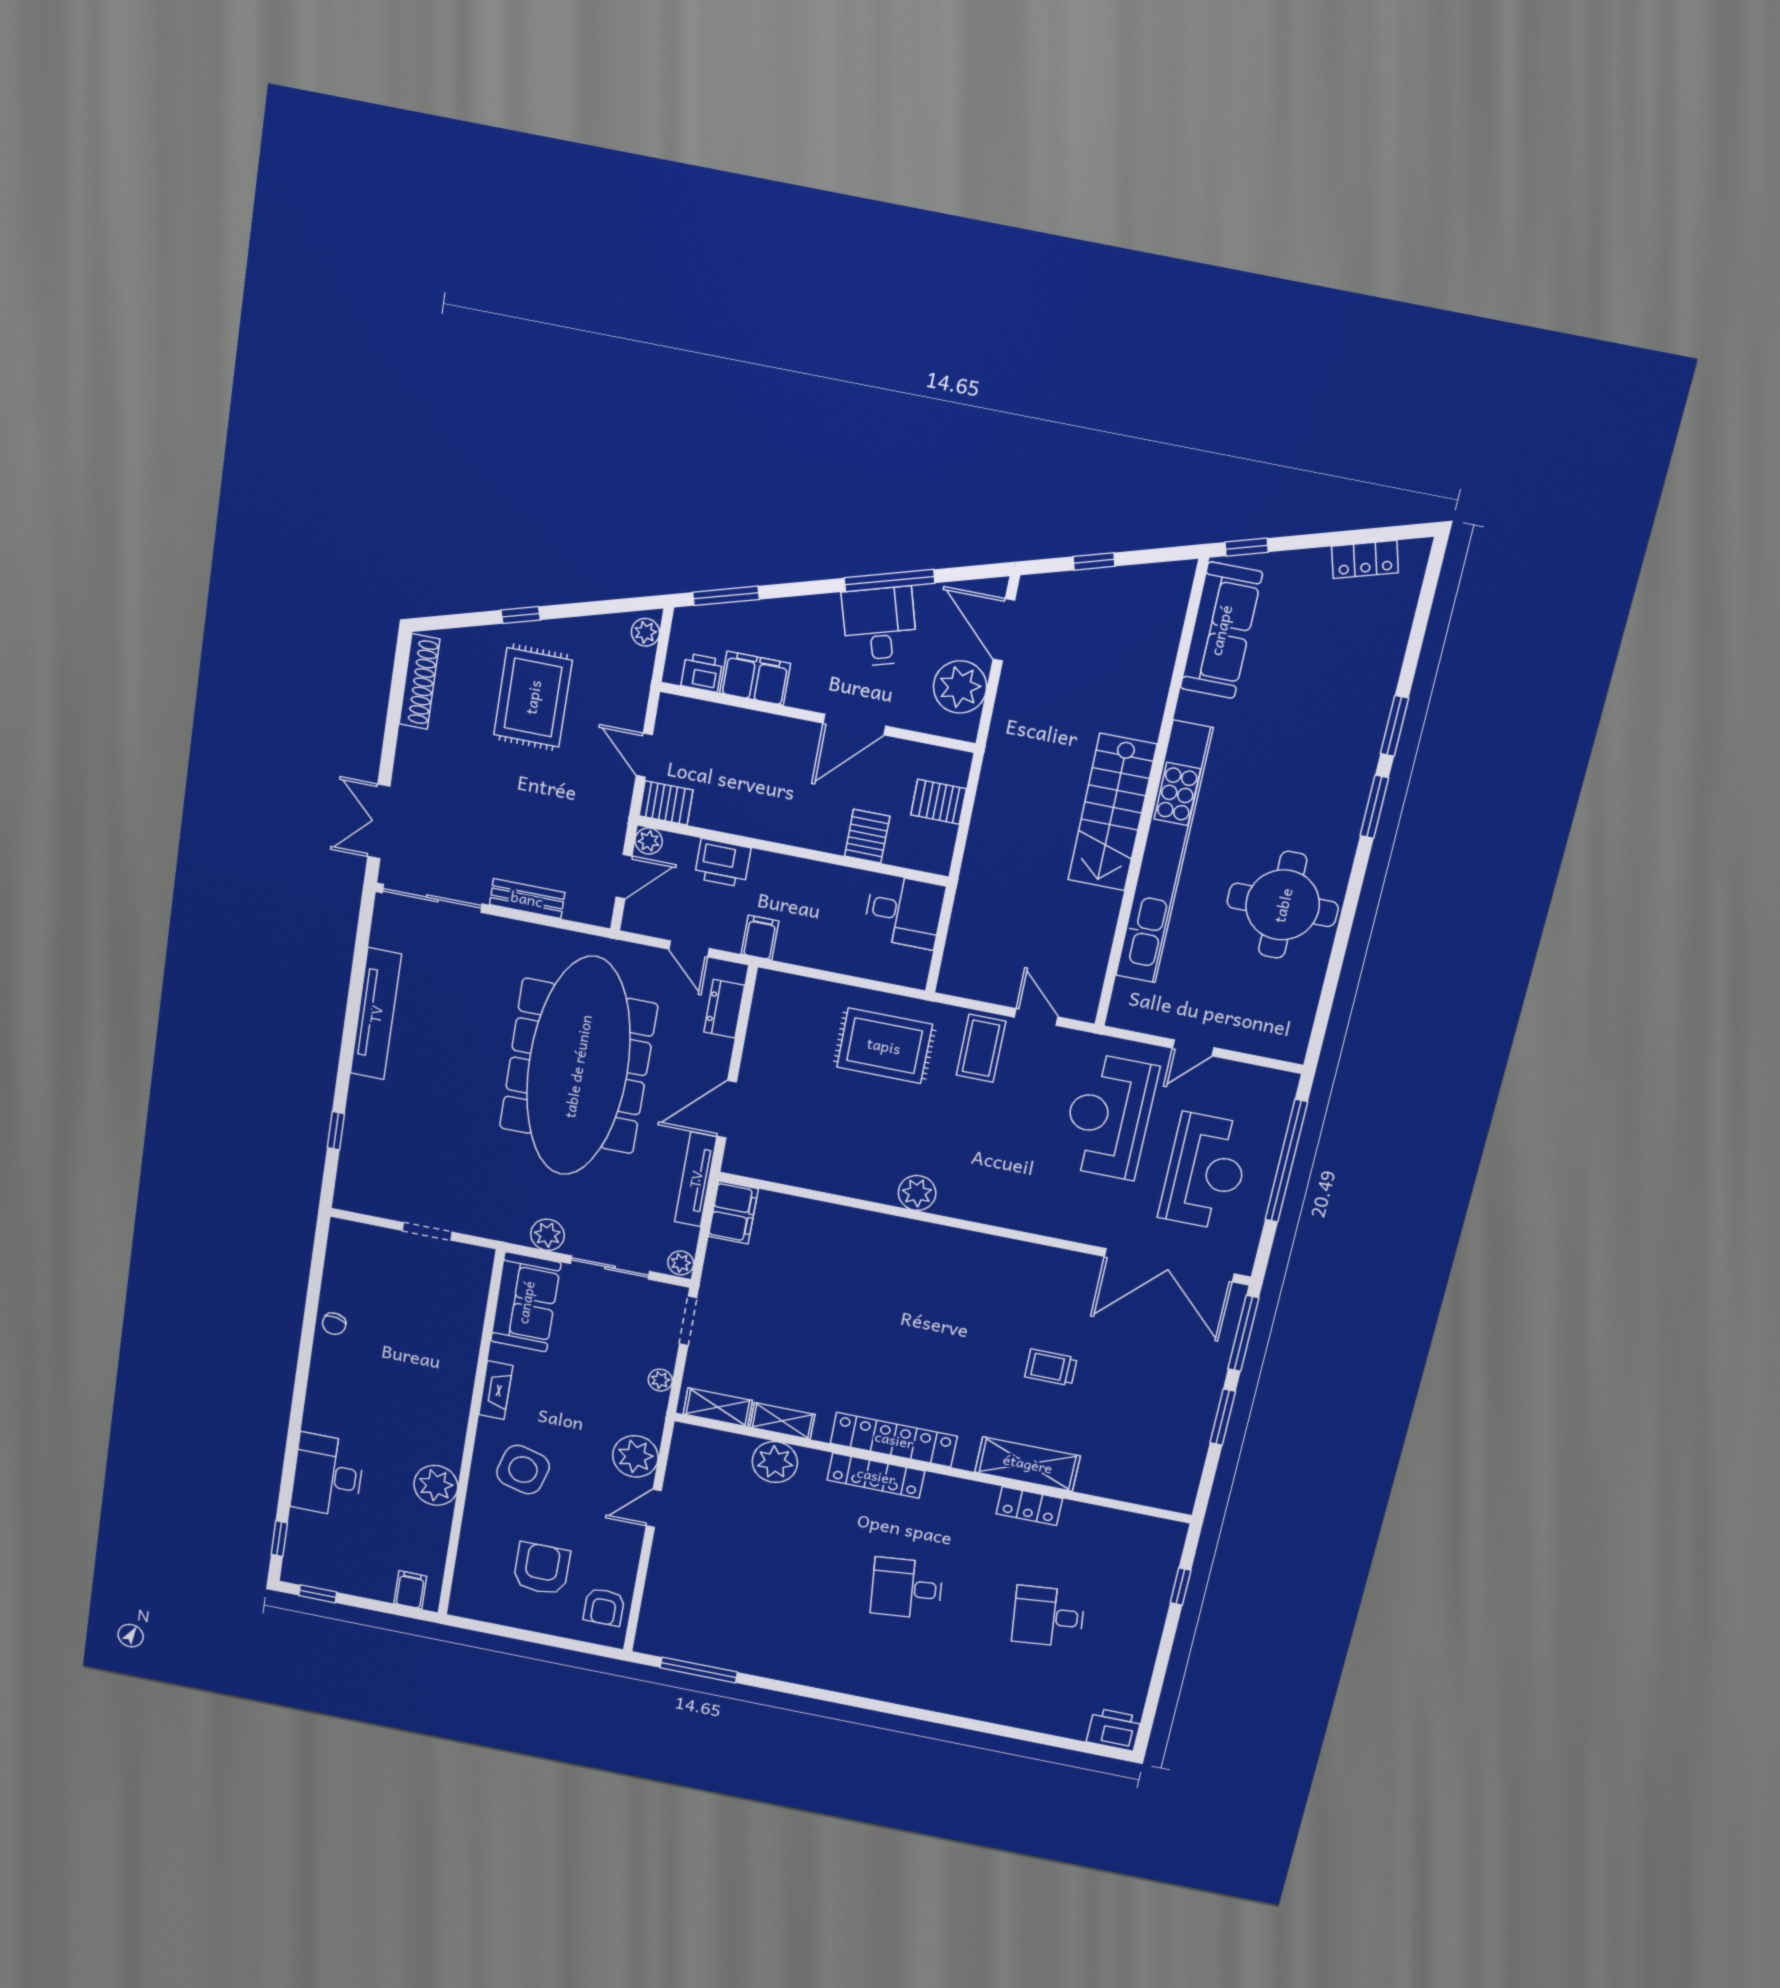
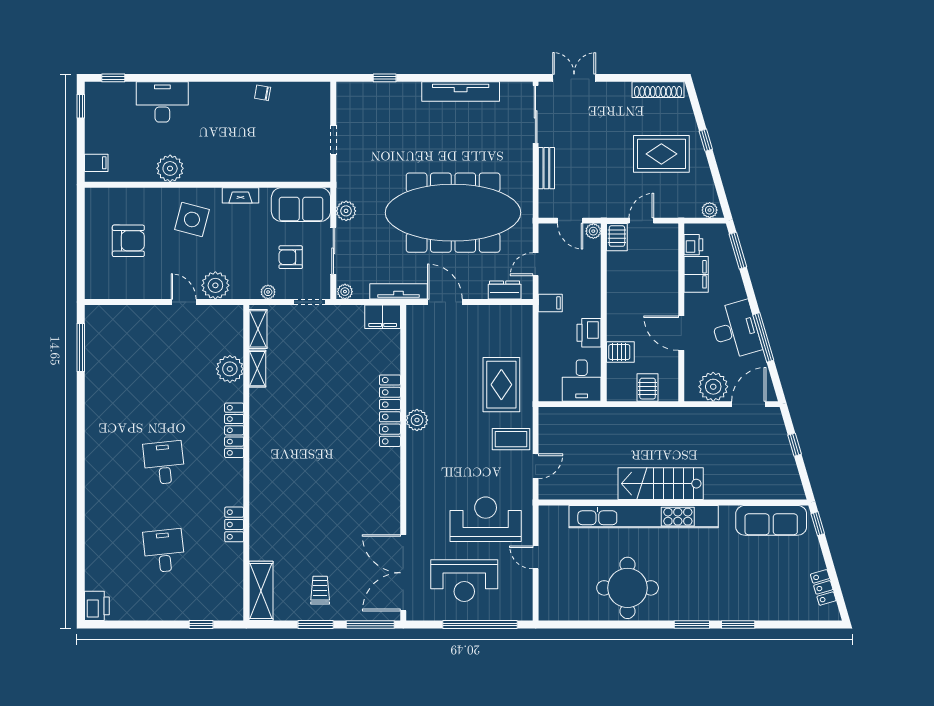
desk: (880, 627) -> (735, 330), width x1.37
printer: (723, 863) -> (589, 333), moved
trolley: (1051, 1367) -> (320, 590), moved
locker: (894, 1440) -> (390, 411), moved, turned 180
shelving: (1028, 1464) -> (261, 591), moved
armchair: (604, 1607) -> (291, 257), moved

